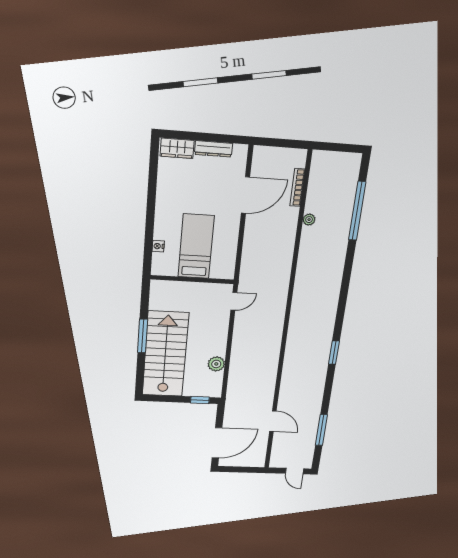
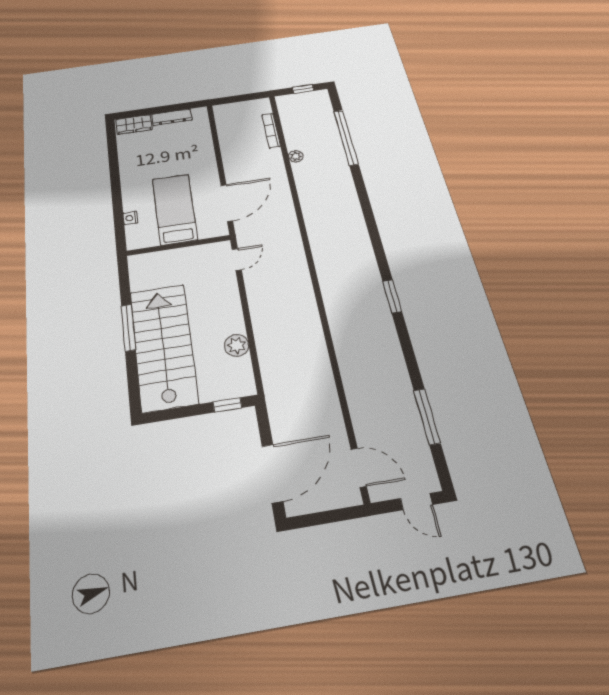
window: (341, 148) -> (303, 89), added
door: (245, 195) -> (227, 203), moved
door: (273, 421) -> (359, 468), moved

